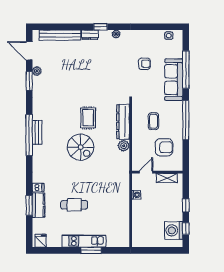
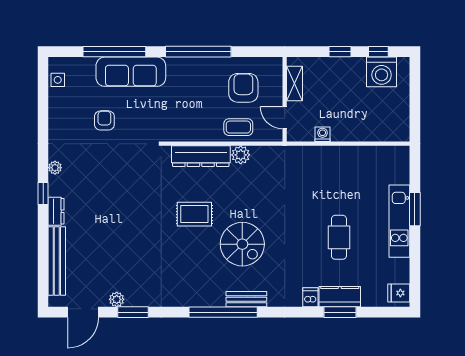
coffee table: (153, 121) -> (238, 127), moved
bench: (37, 132) -> (246, 299), moved
spiral stairs: (81, 147) -> (242, 244), moved, turned 90

